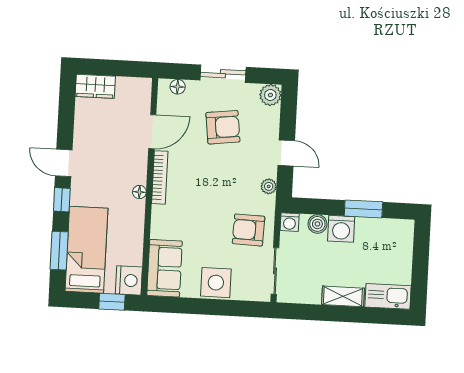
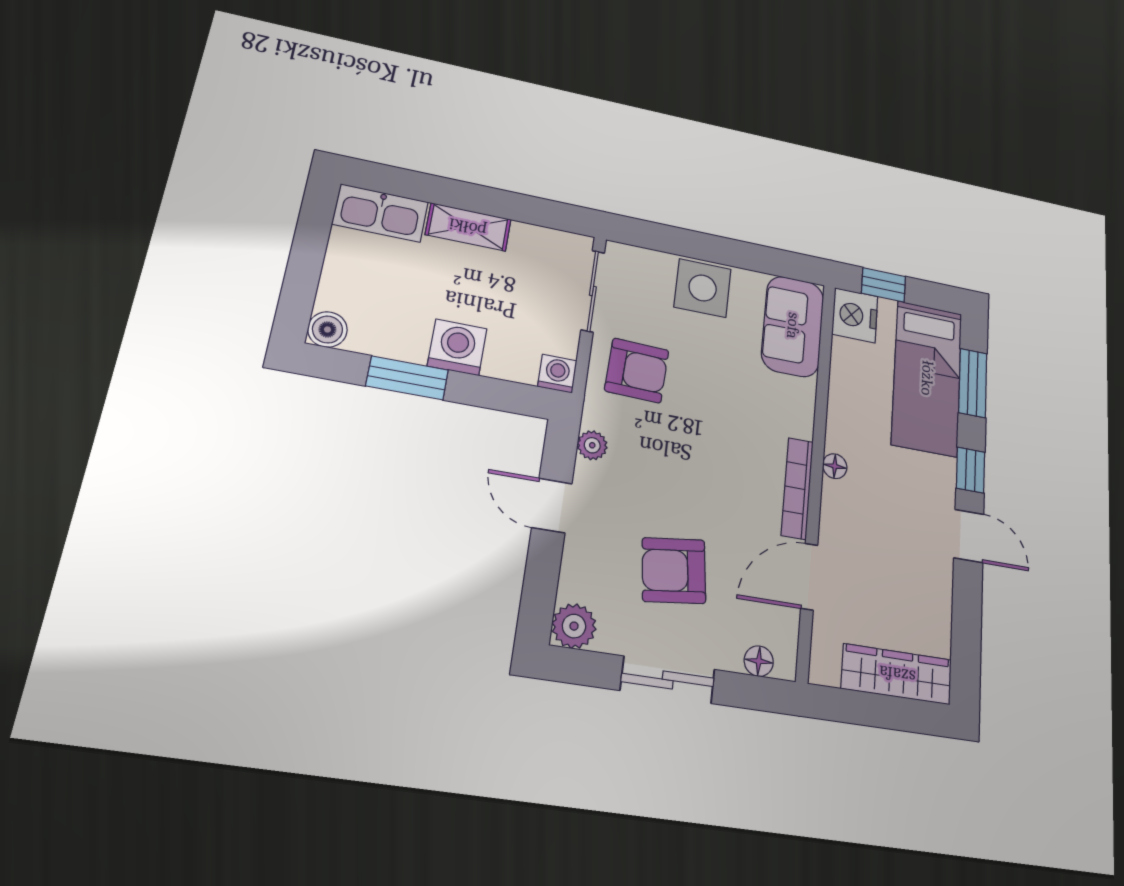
wardrobe: (95, 86) -> (897, 674), width x1.50
boiler: (317, 224) -> (327, 329), moved

